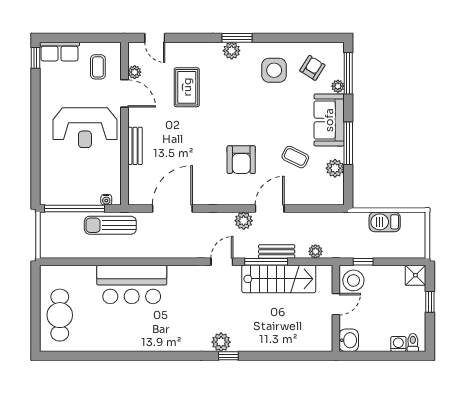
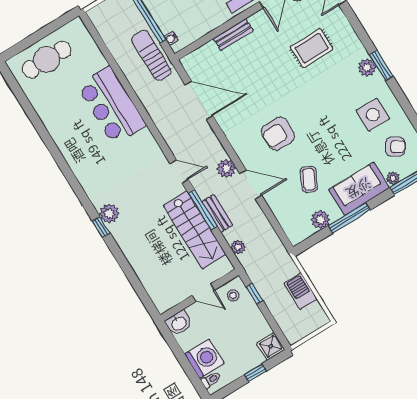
stool: (353, 280) -> (233, 295), width x0.53, depth x0.53
washing machine: (398, 344) -> (204, 359), width x1.89, depth x1.89

